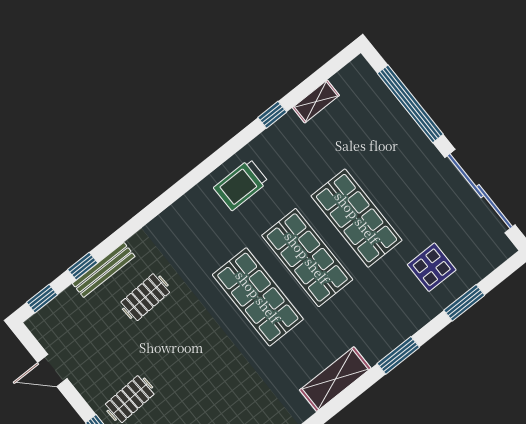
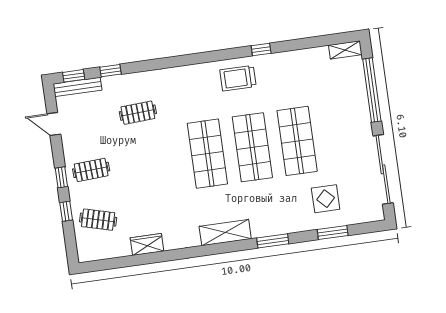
shelving: (316, 101) -> (345, 50), moved
window: (272, 115) -> (261, 49), moved
bench: (104, 270) -> (78, 87), moved

